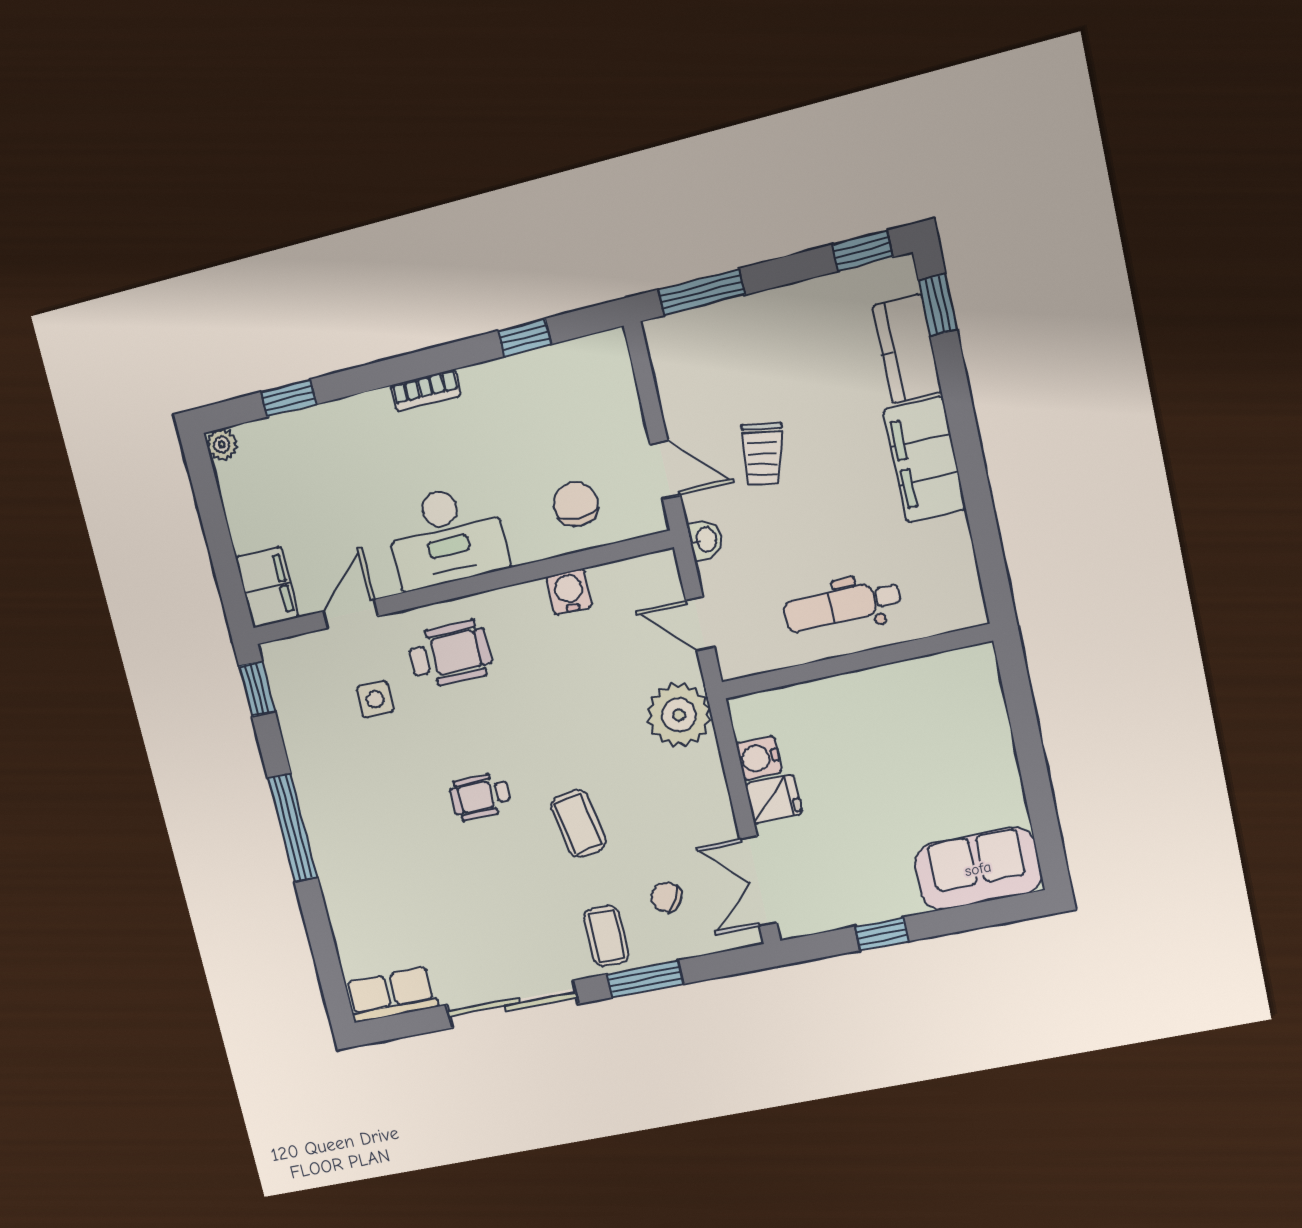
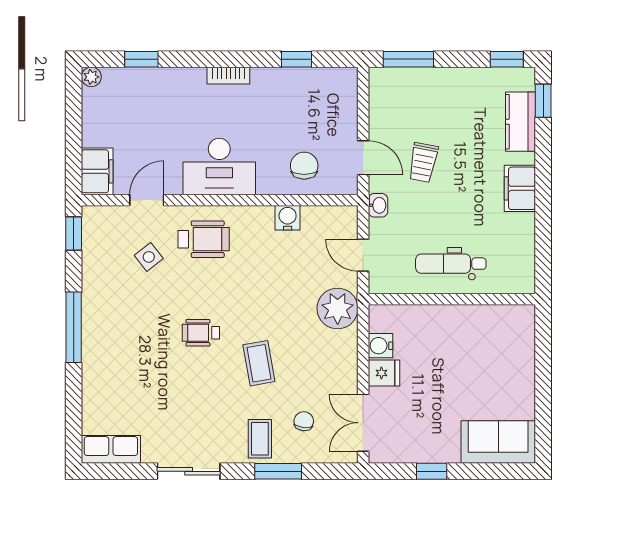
filing cabinet: (925, 460) -> (520, 188), width x0.67, depth x0.86
side table: (375, 699) -> (149, 257), turned -38
chair: (666, 897) -> (304, 421), turned 67
sliding door: (512, 1004) -> (189, 471), width x0.73

